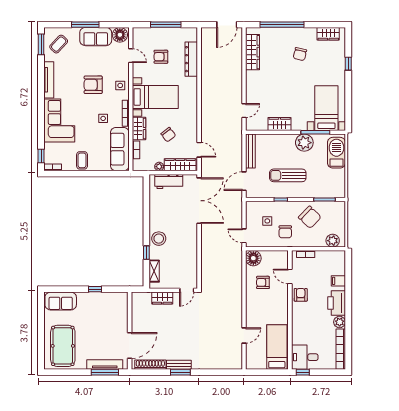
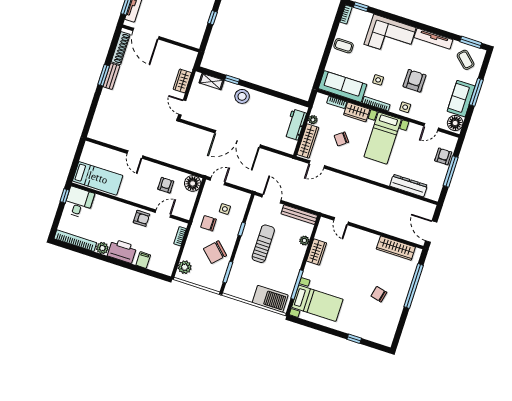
wardrobe: (328, 34) -> (390, 329), removed
armchair: (161, 57) -> (443, 156), moved
plant: (304, 143) -> (304, 241), moved, width x0.53, depth x0.53
double door: (199, 201) -> (238, 139), moved
door: (244, 336) -> (135, 155), moved

